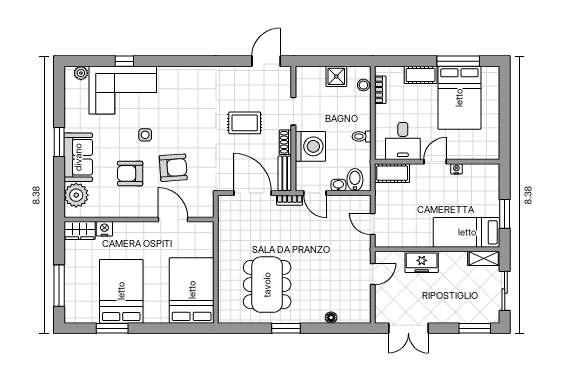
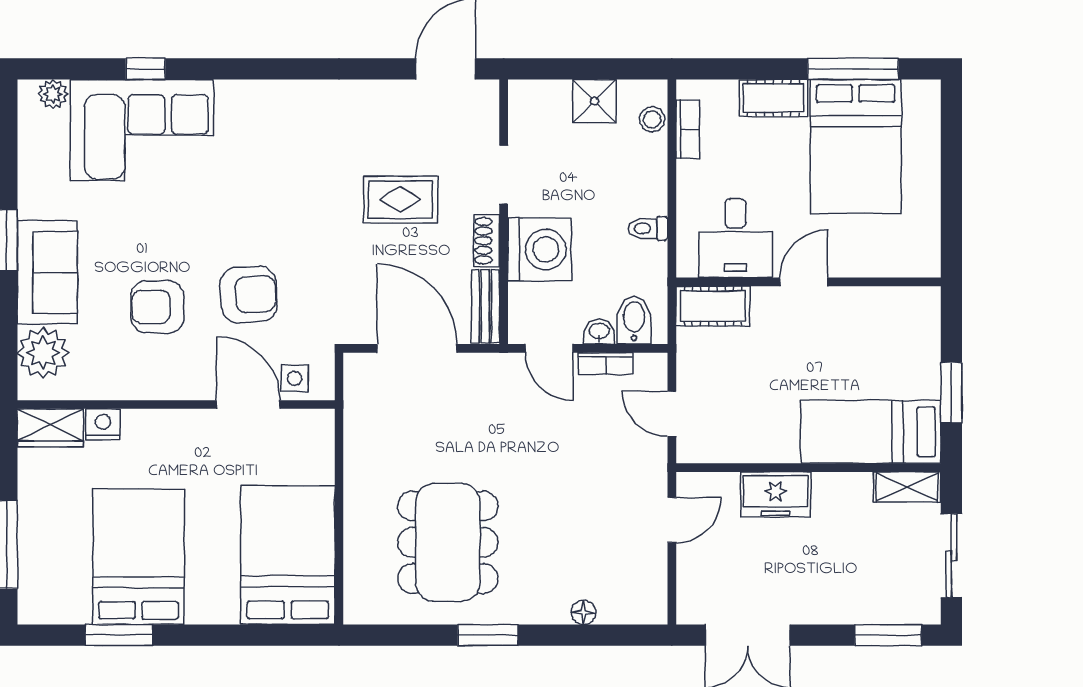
side table: (145, 135) -> (295, 378), moved
nightstand: (456, 169) -> (849, 297), removed
bookcase: (290, 200) -> (606, 364), moved

